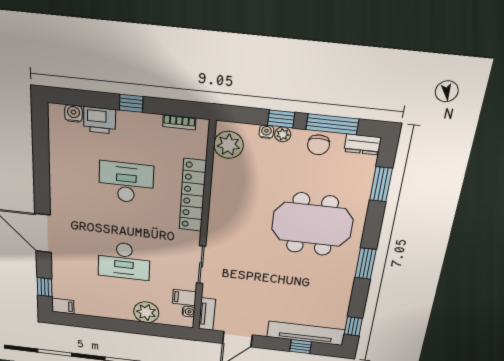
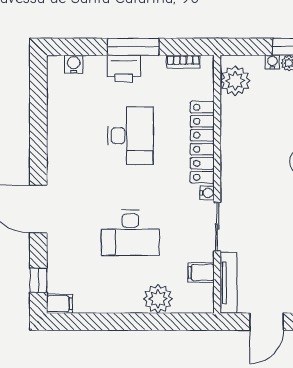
window: (131, 103) -> (133, 47), width x2.17
printer: (100, 120) -> (124, 69), moved
desk: (126, 182) -> (130, 136), turned 90
water cooler: (189, 312) -> (207, 193), moved
tv unit: (207, 314) -> (229, 283), width x1.41

